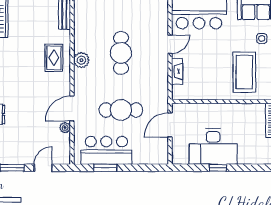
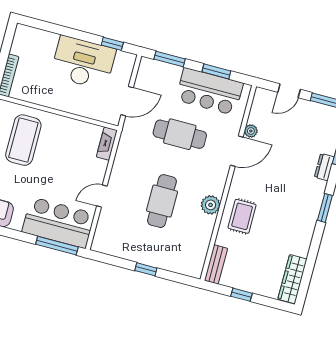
fireplace: (177, 71) -> (107, 144), moved
window: (145, 168) -> (170, 59), added
window: (218, 168) -> (112, 44), moved

